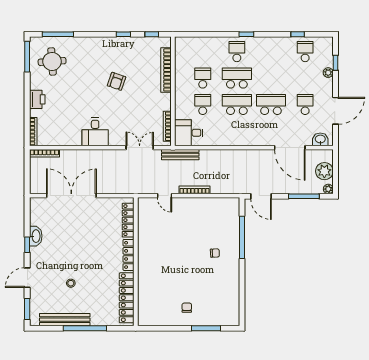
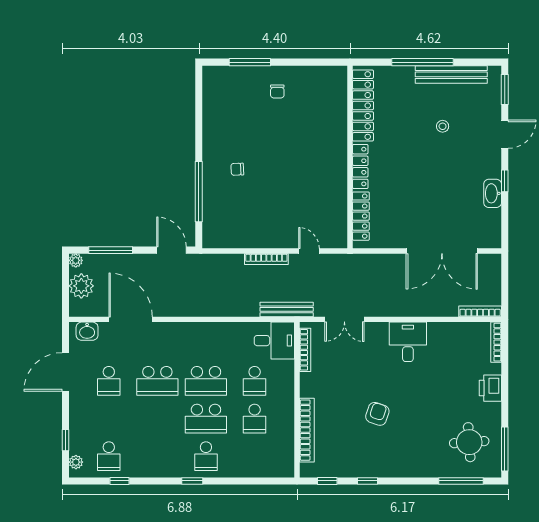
plant: (328, 73) -> (76, 462), moved

